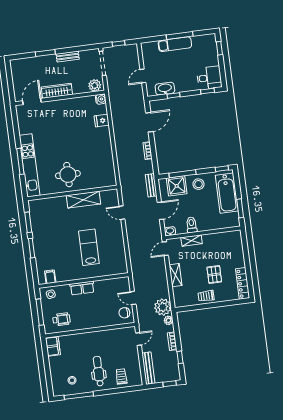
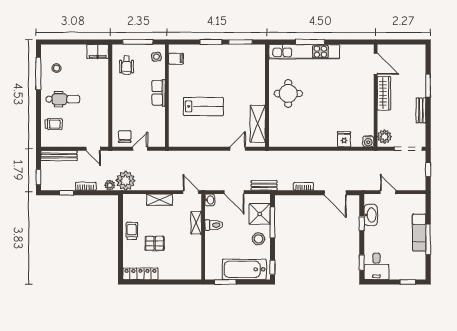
shelving: (83, 200) -> (258, 124), moved

